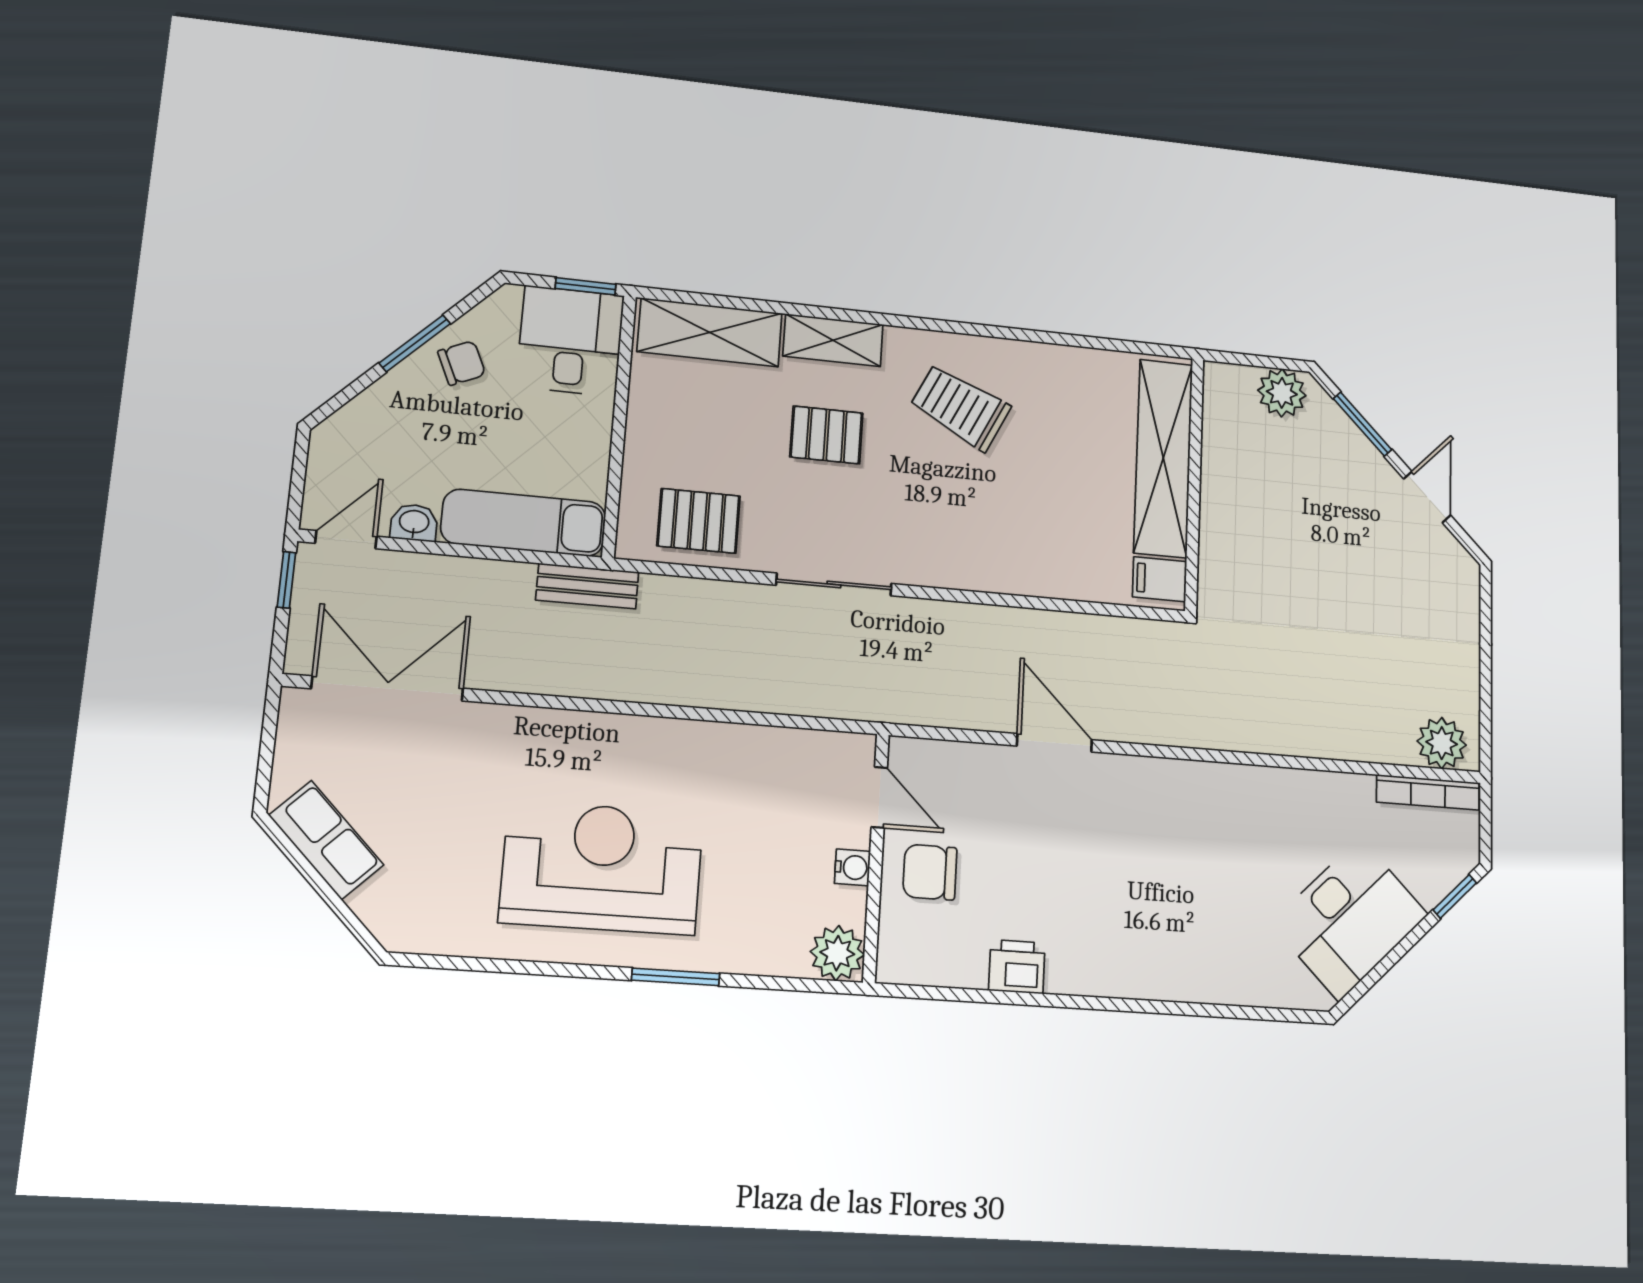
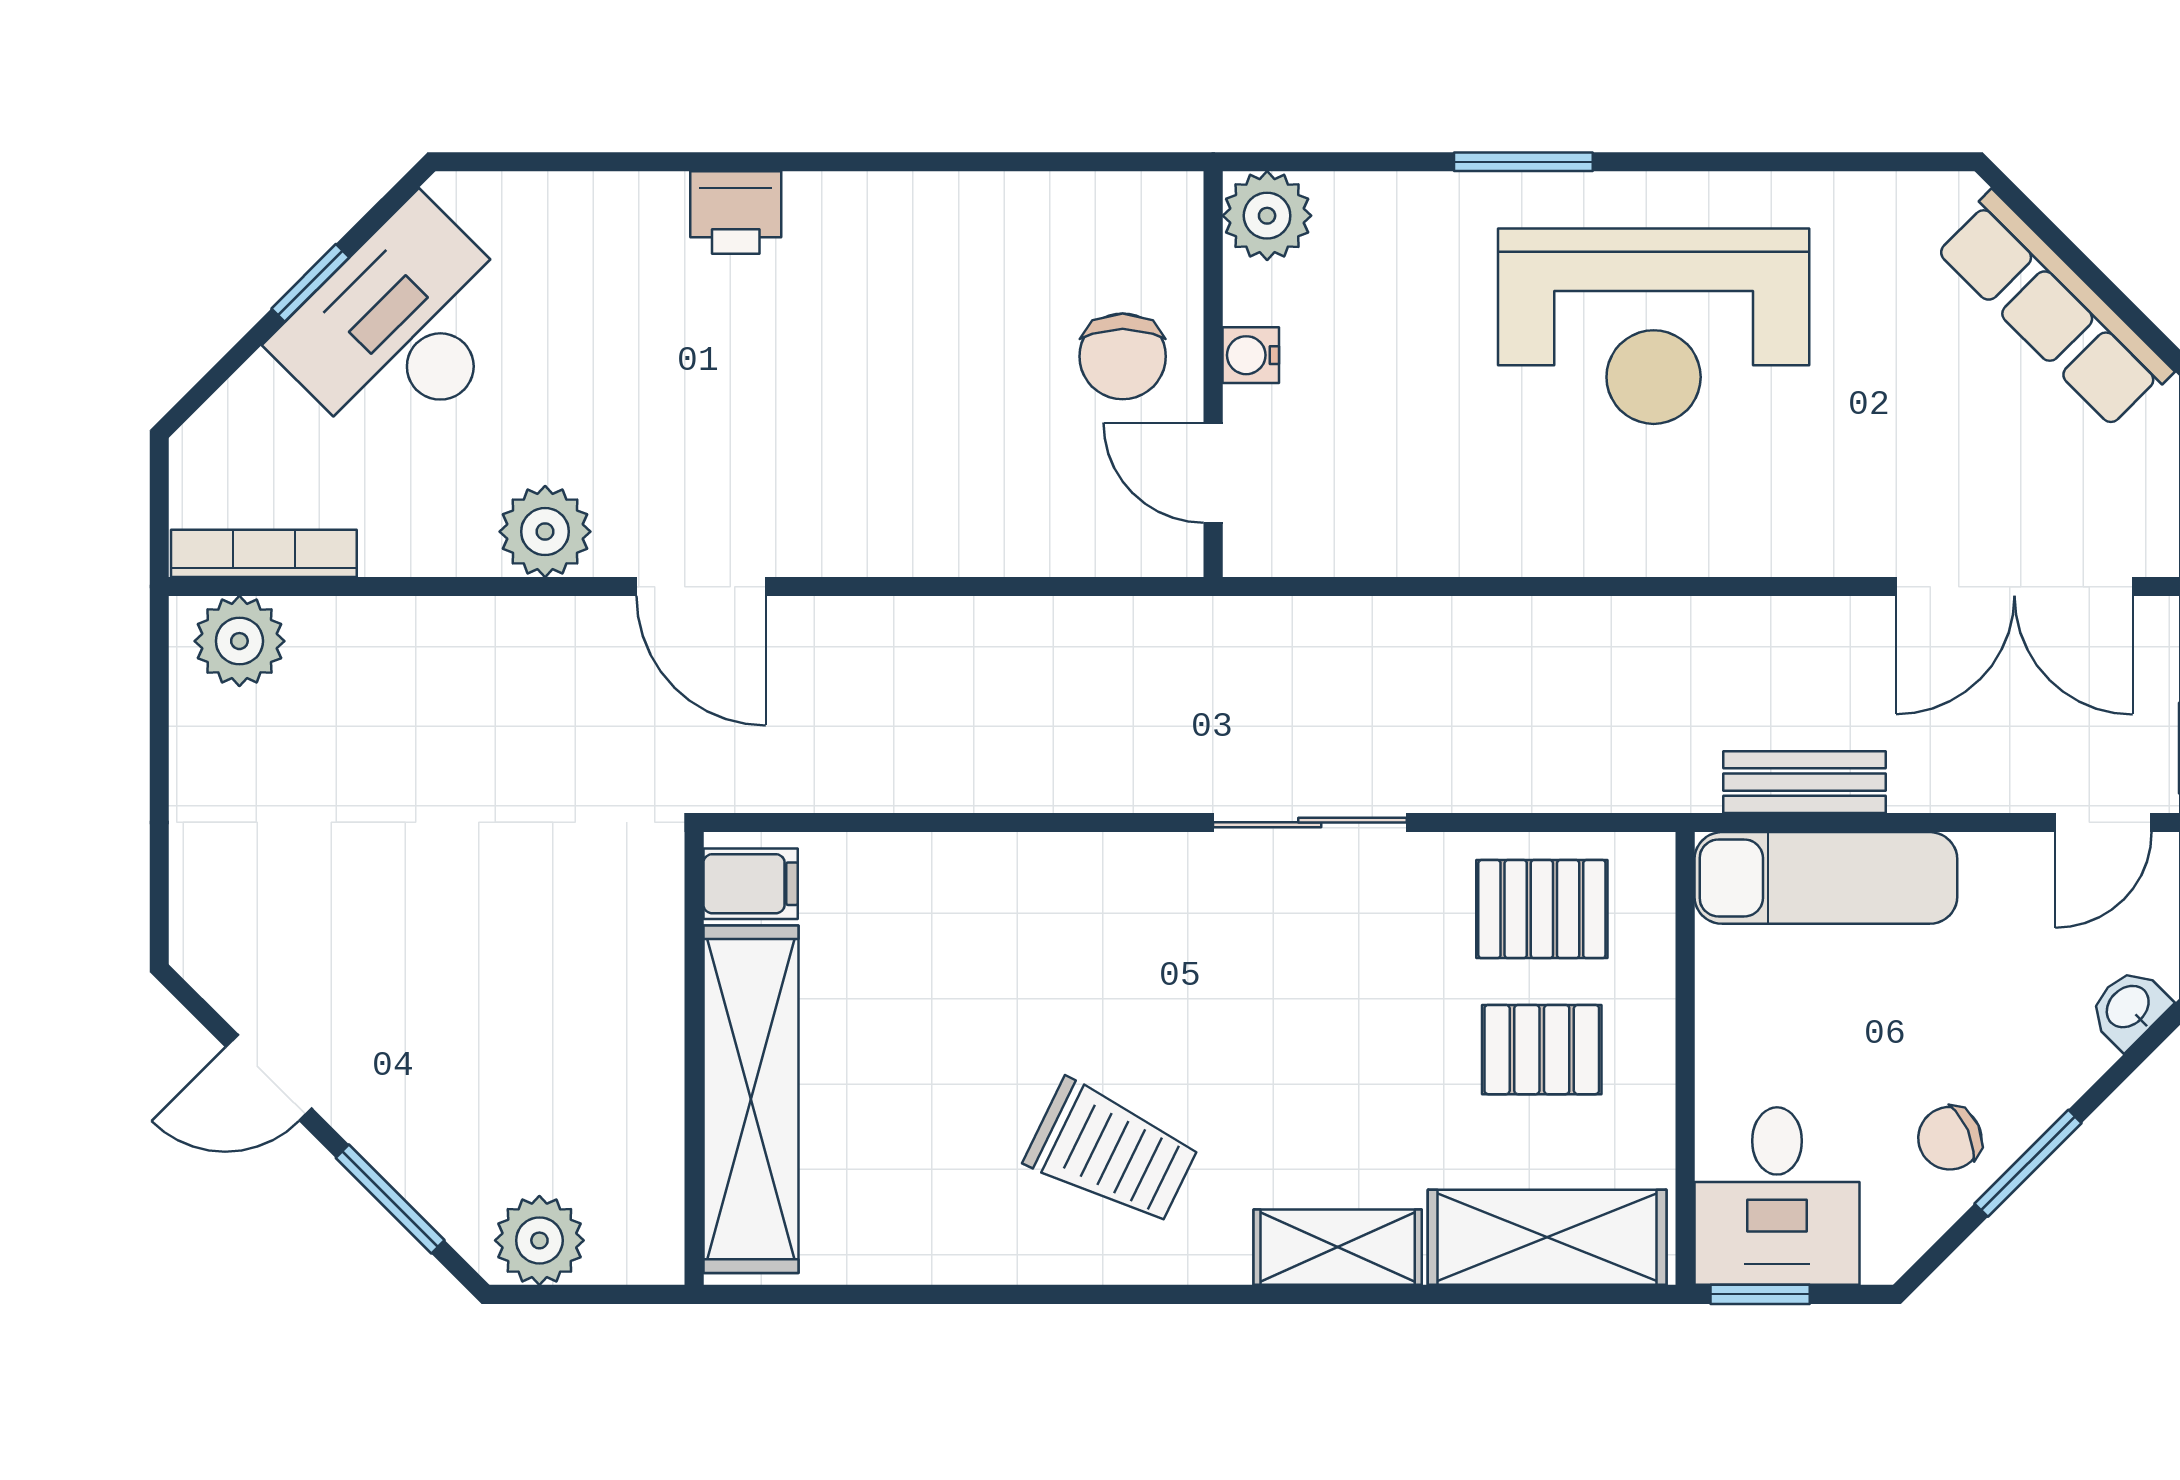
pallet: (826, 435) -> (1542, 1050), moved
door: (1427, 497) -> (269, 1078), hinge flipped
washbasin: (414, 523) -> (2129, 1008), moved, turned 135
bench: (587, 586) -> (1805, 782), moved
door: (1054, 743) -> (701, 587), moved
plant: (1271, 793) -> (545, 532), added
row of seats: (326, 840) -> (2054, 310), width x1.48
chair: (930, 872) -> (1123, 356), turned 90
window: (1455, 896) -> (310, 283), moved
printer: (1017, 967) -> (736, 213), moved

